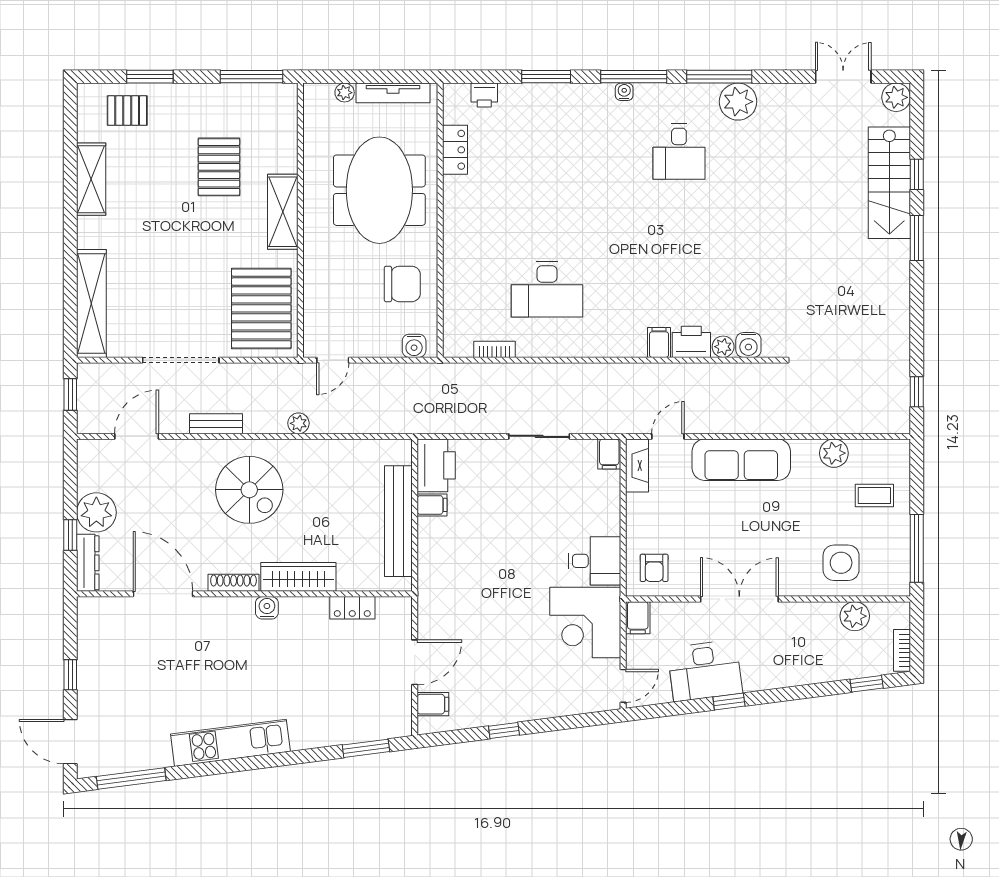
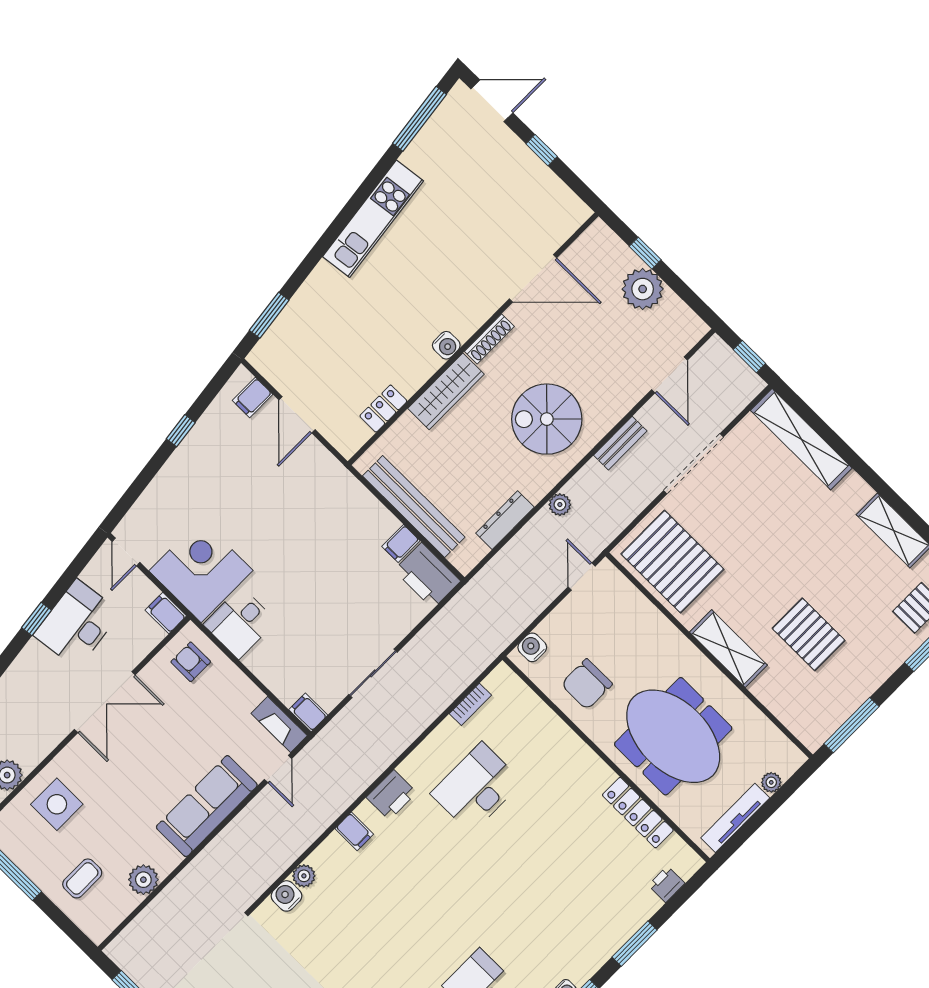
locker: (455, 150) -> (638, 813), width x1.53
printer: (691, 342) -> (392, 795), moved
dresser: (88, 563) -> (505, 520), moved, turned 90

